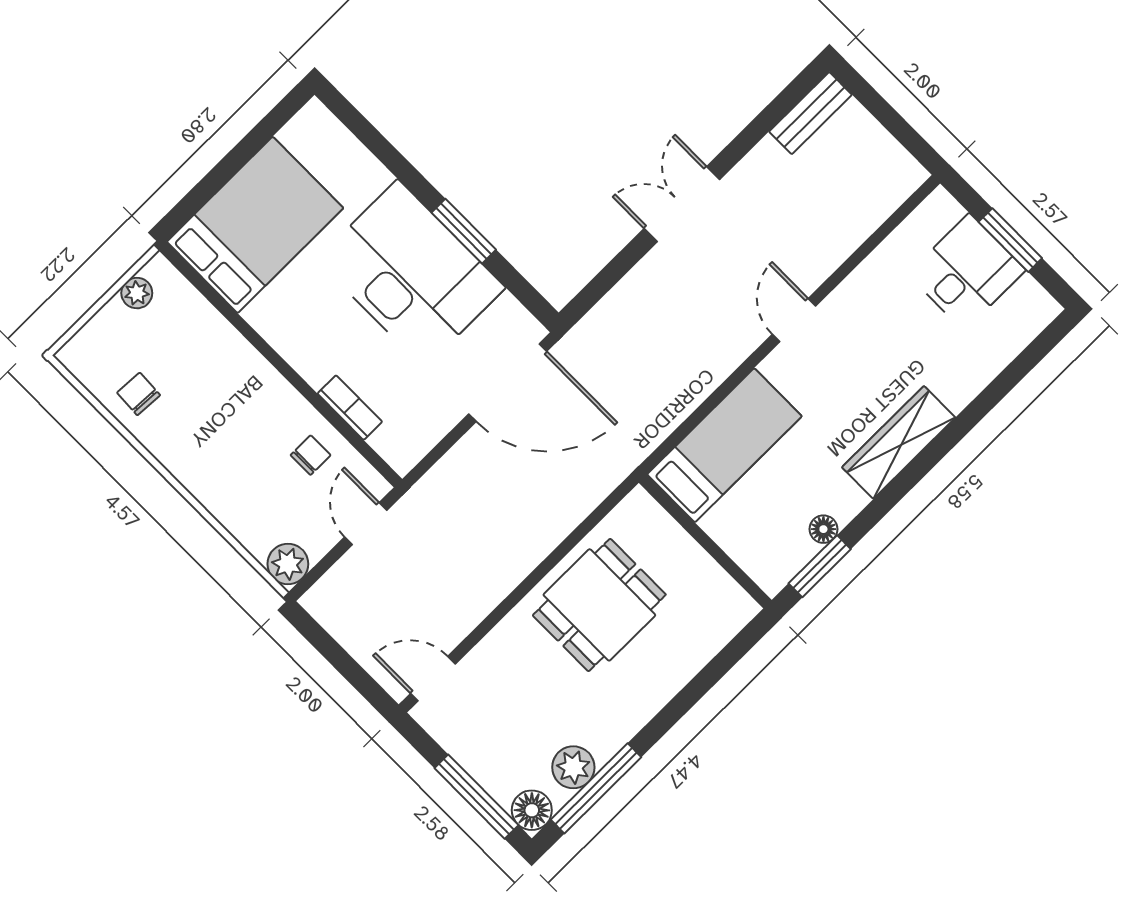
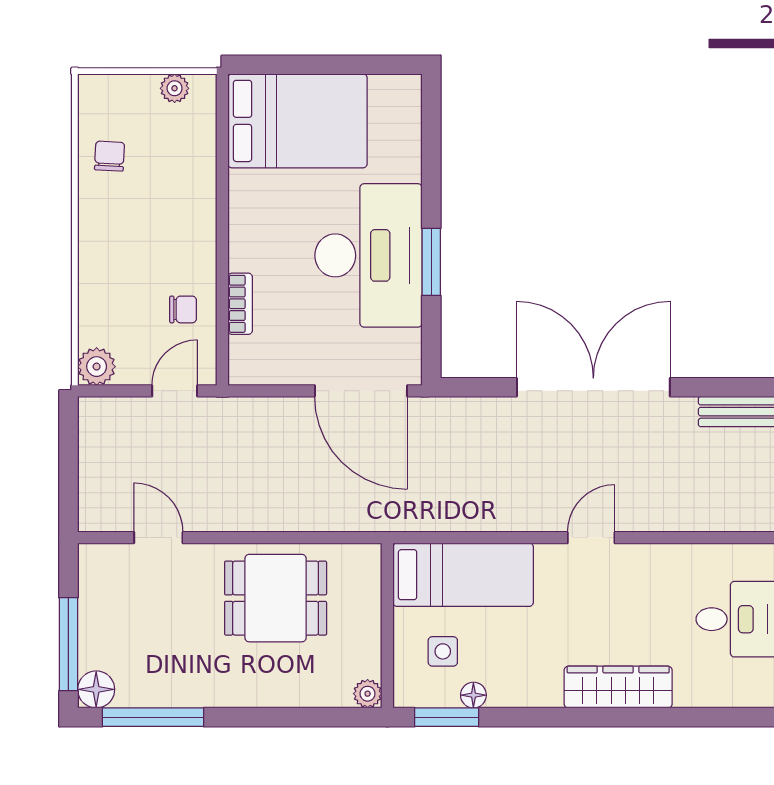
double door: (682, 204) -> (593, 387), width x1.87
wardrobe: (899, 442) -> (618, 687), moved
side table: (767, 519) -> (443, 651), added
door: (433, 679) -> (158, 538), moved
plant: (573, 767) -> (368, 694), moved, width x0.73, depth x0.73

